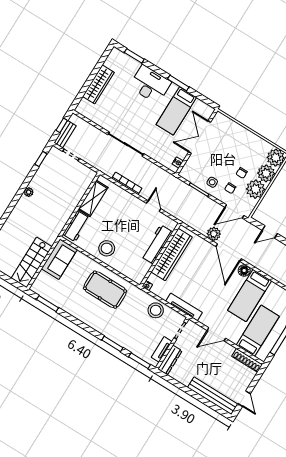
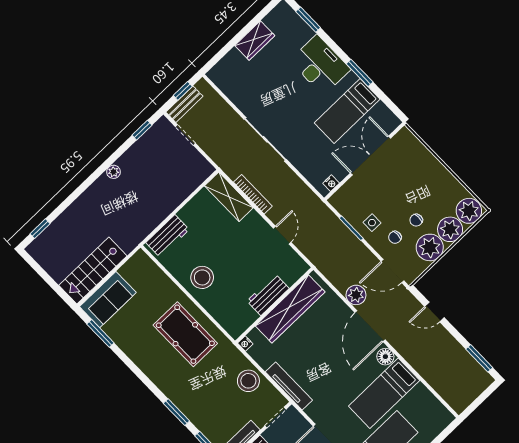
wardrobe: (98, 84) -> (255, 41), width x0.67
shelving: (93, 198) -> (229, 197), moved, turned 90
workbench: (157, 244) -> (268, 295), width x0.73
sofa: (59, 259) -> (108, 300), moved

